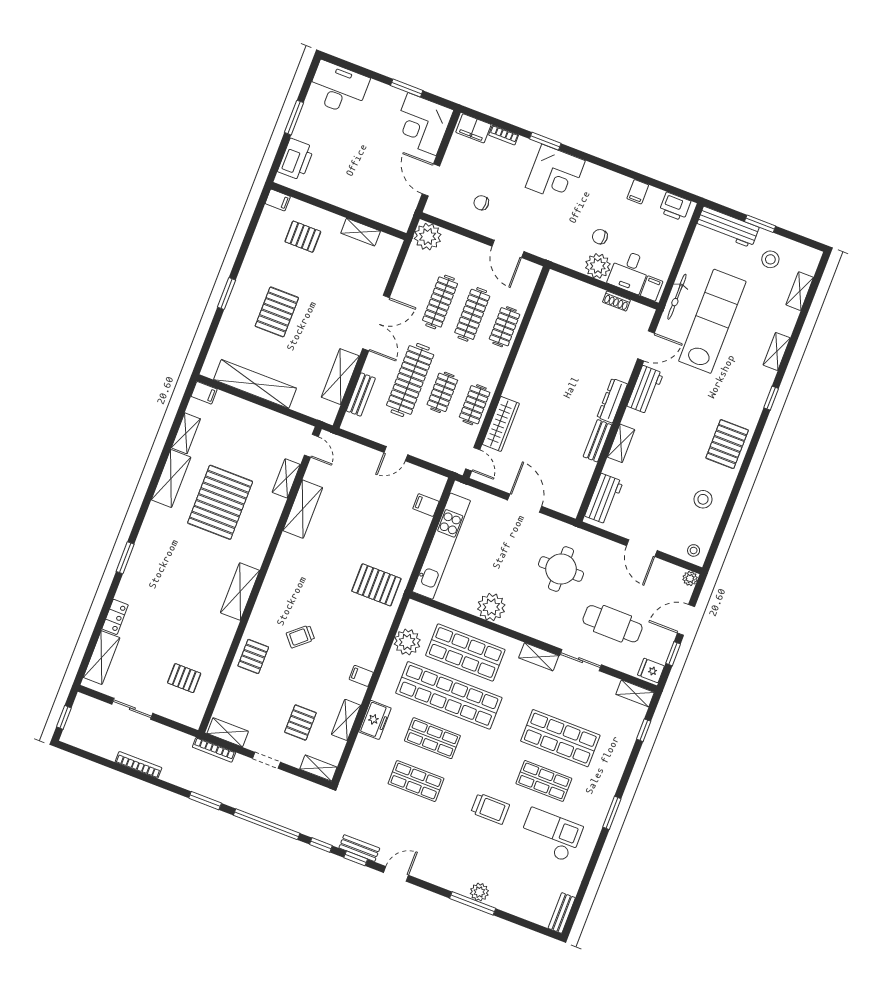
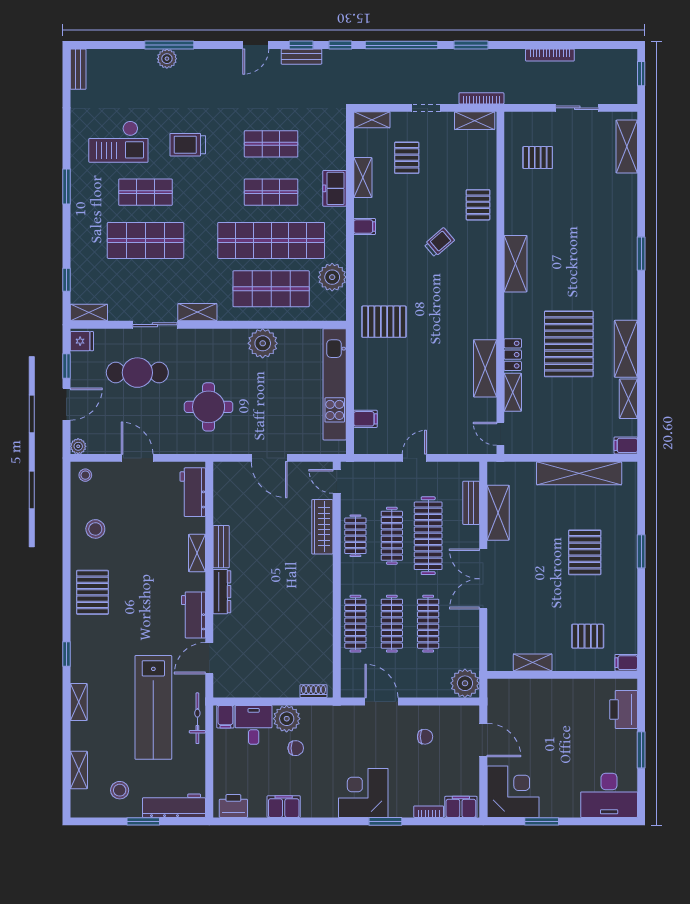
filing cabinet: (638, 192) -> (284, 807), width x2.00
shoe rack: (616, 301) -> (313, 691), moved
clothes rail: (505, 327) -> (355, 624), width x1.36
clothes rail: (442, 392) -> (392, 536), width x1.36
locker: (115, 617) -> (513, 355), moved, turned 180

